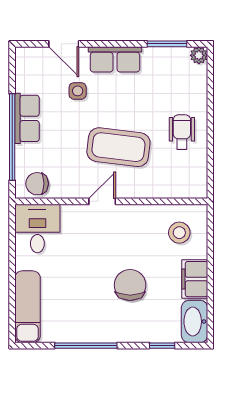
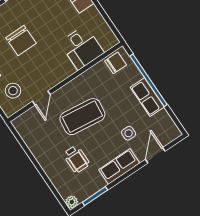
door: (64, 44) -> (155, 155), hinge flipped
wheelchair: (182, 132) -> (76, 159), moved
door: (102, 201) -> (41, 98), moved
desk: (37, 228) -> (82, 48), moved

